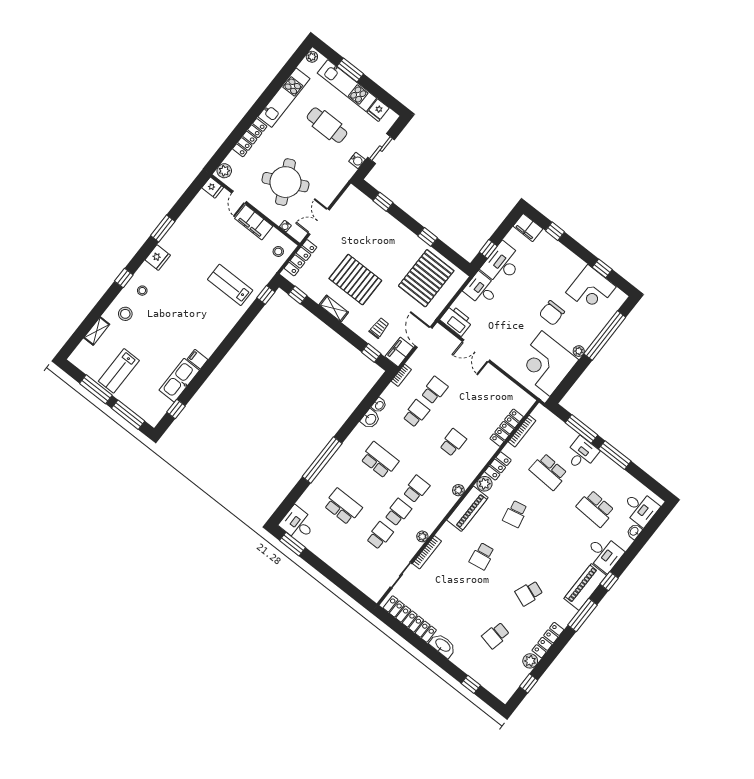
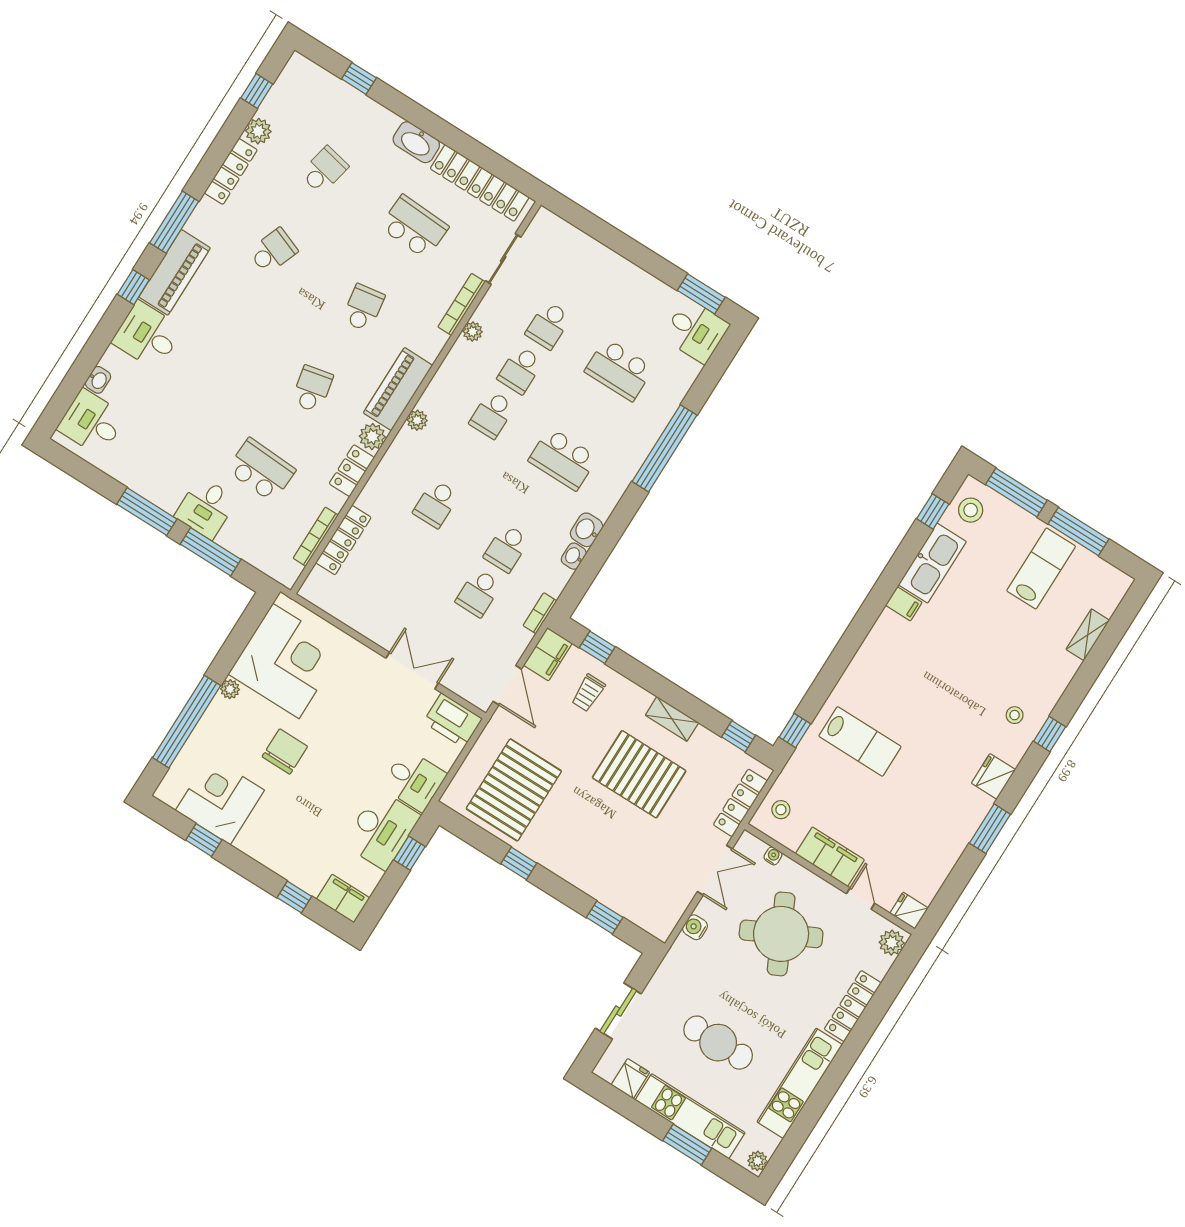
water cooler: (357, 160) -> (695, 927), moved
stool: (125, 314) -> (971, 510), moved
school desk: (595, 509) -> (414, 227), moved

